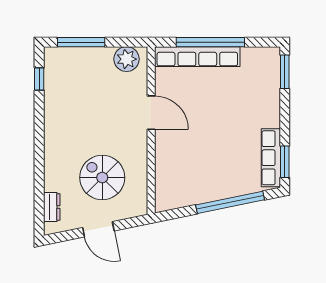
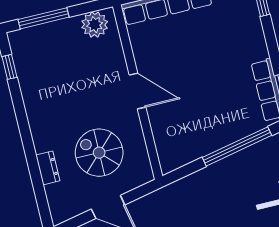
door: (151, 113) -> (138, 91), moved
dresser: (52, 207) -> (48, 168), moved

